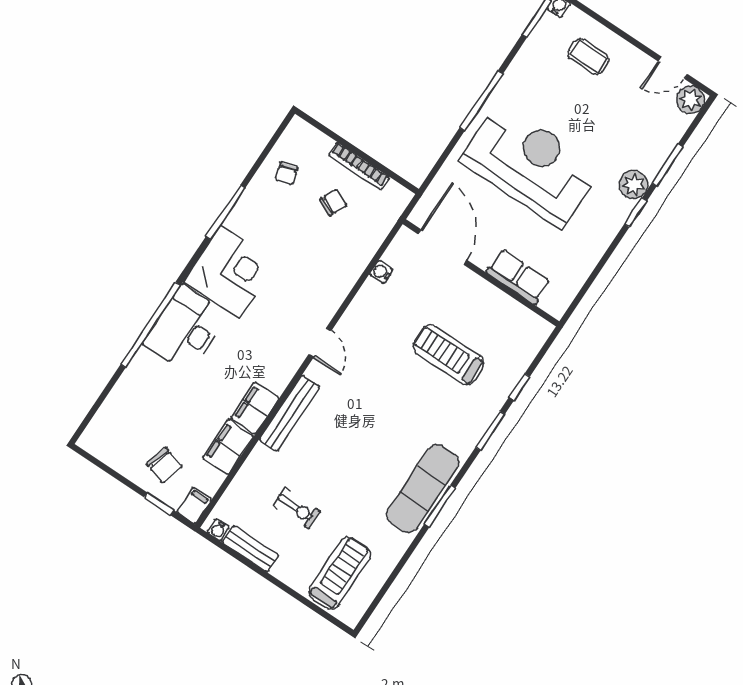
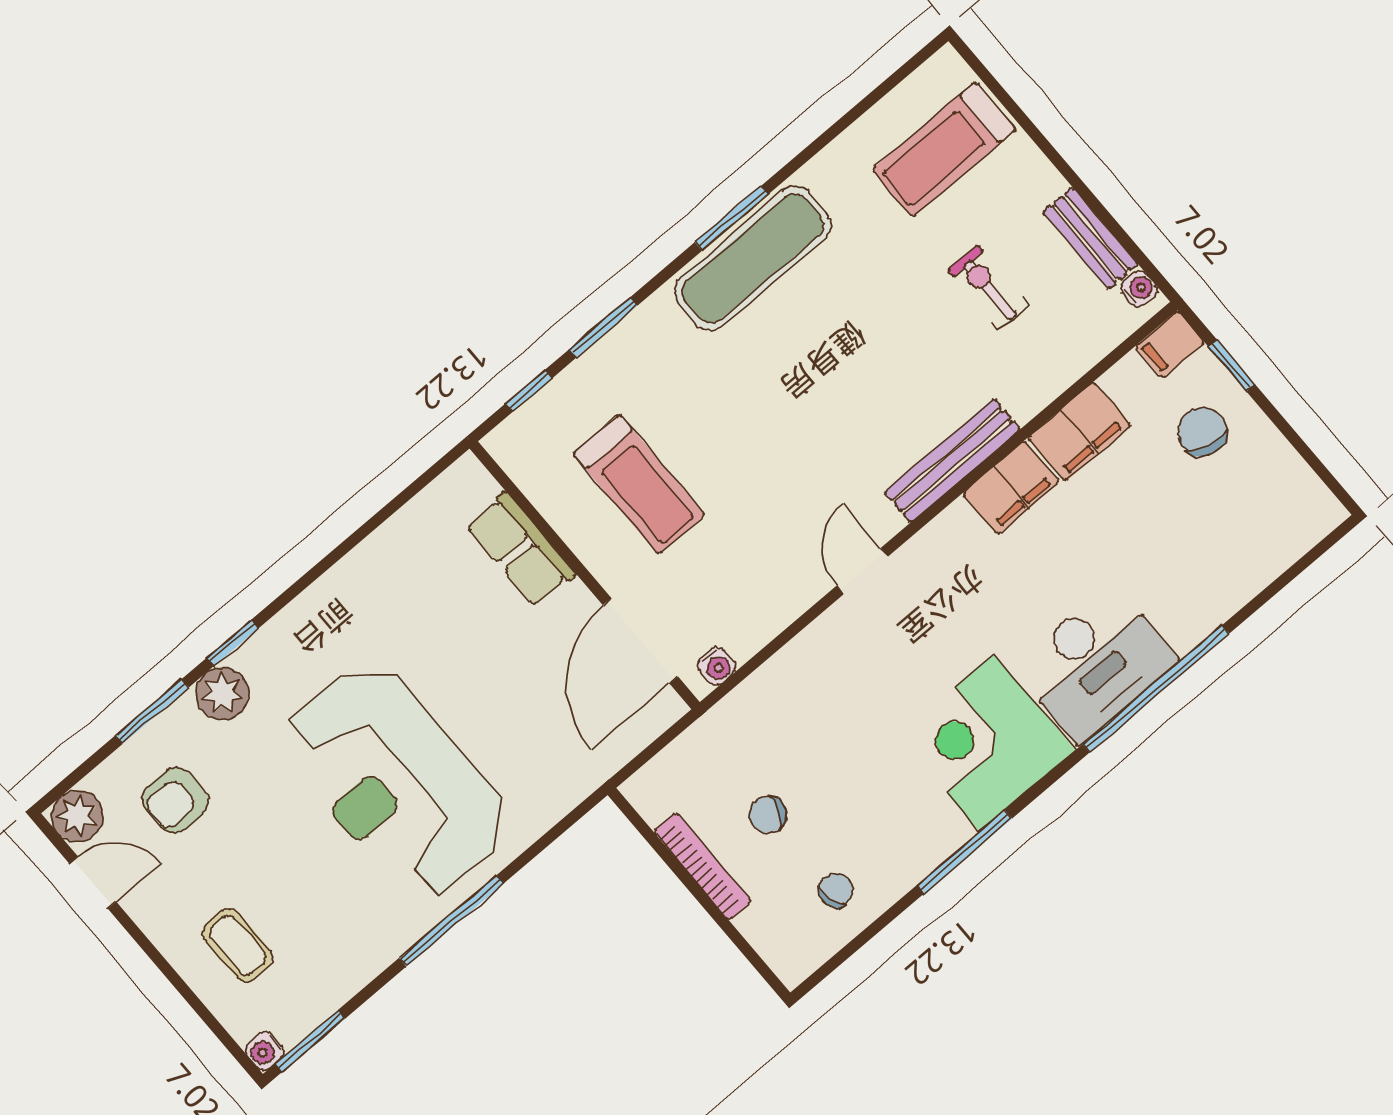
armchair: (642, 123) -> (175, 800), added
door: (442, 247) -> (640, 641), moved
wall: (481, 273) -> (585, 575), moved
row of seats: (518, 277) -> (520, 550), moved

